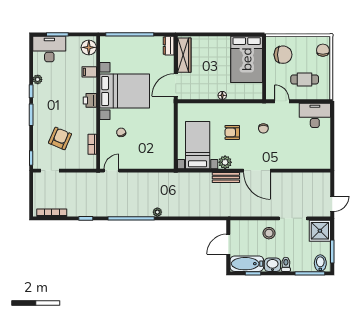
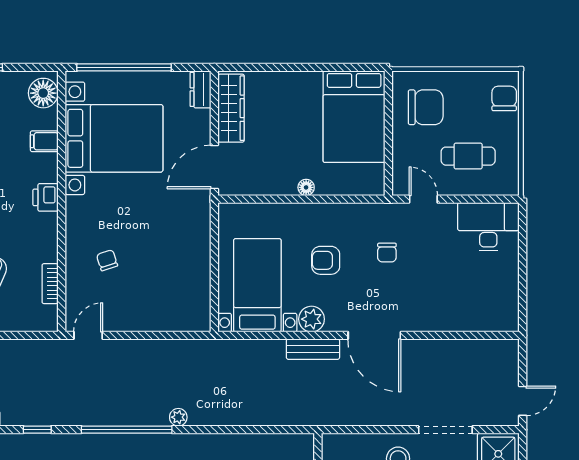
bed with nightstands: (125, 91) -> (114, 138), moved

